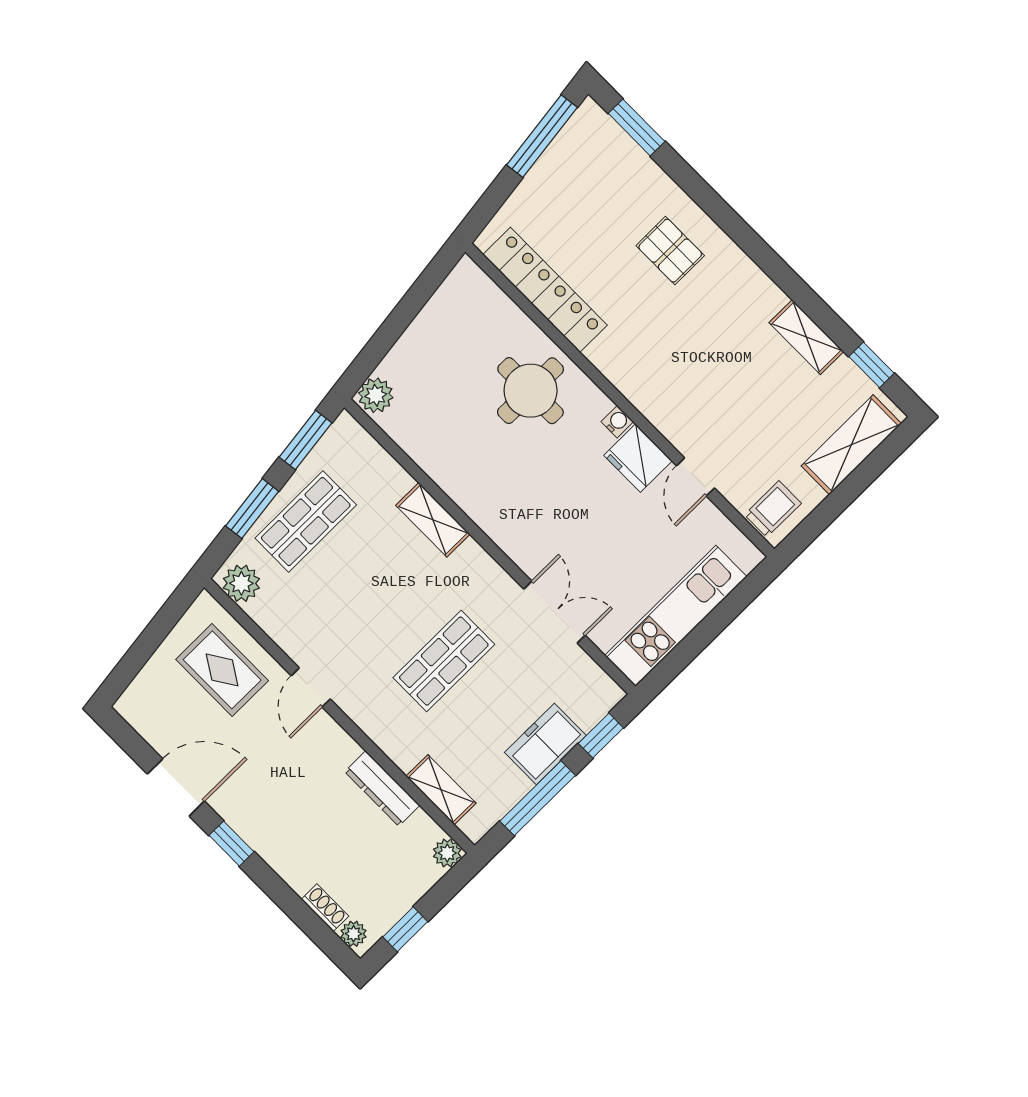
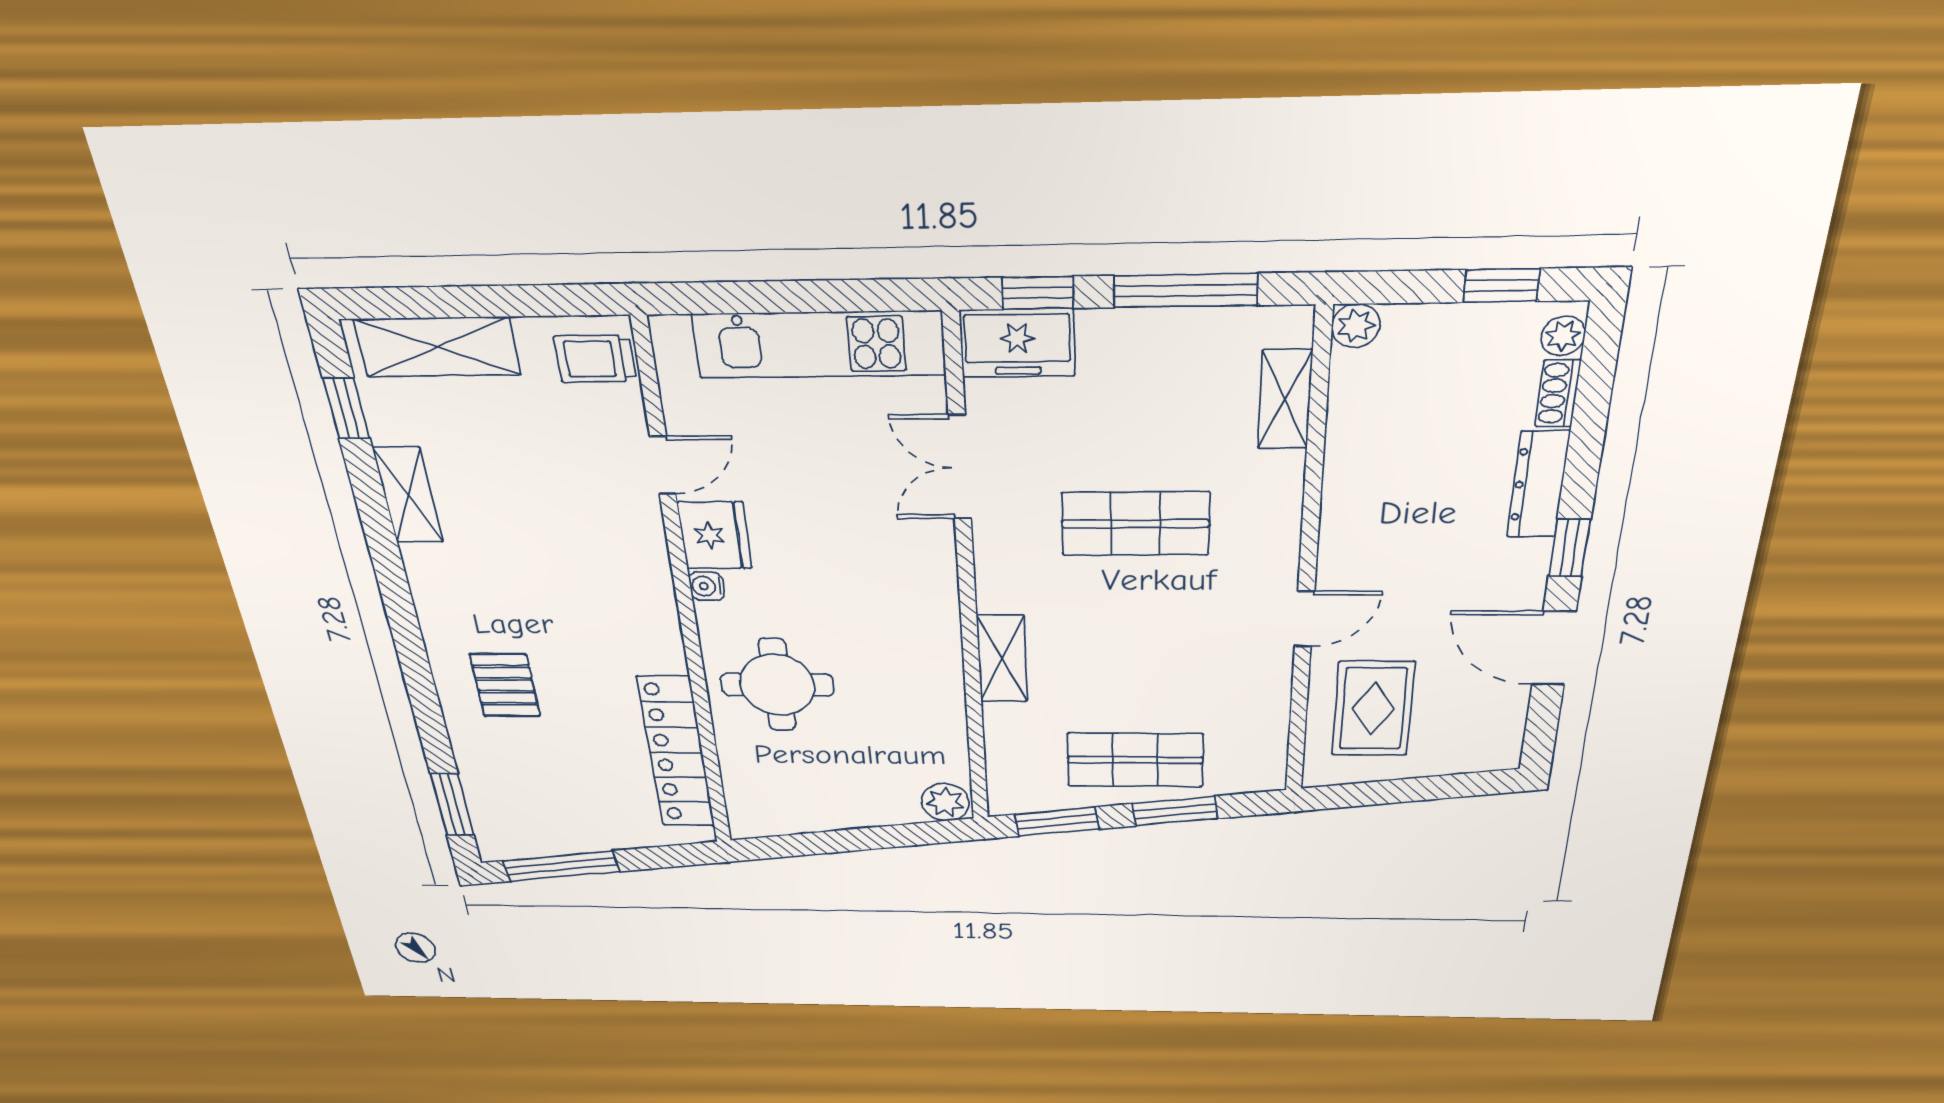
plant: (241, 583) -> (1261, 762), removed
freezer: (545, 744) -> (1017, 343), moved
dresser: (382, 788) -> (1538, 485), moved, turned 180

